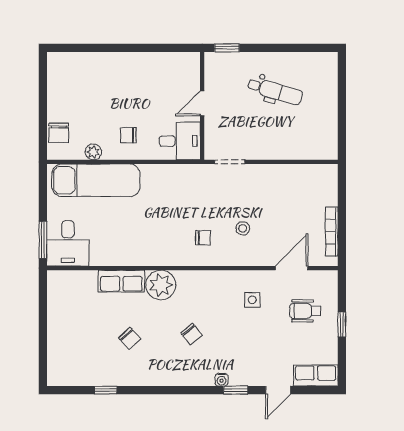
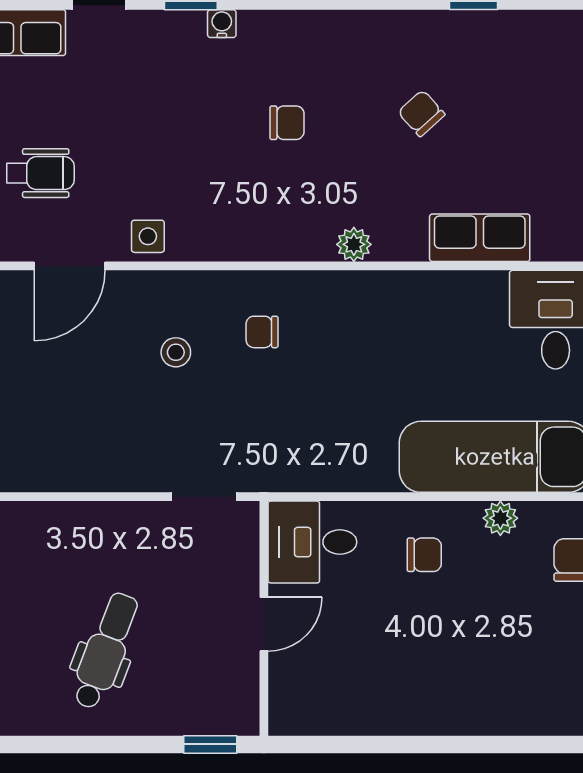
dental chair: (275, 91) -> (105, 651), turned 95
row of seats: (121, 281) -> (480, 238), moved
plant: (161, 285) -> (354, 244), width x0.53, depth x0.53
side table: (252, 300) -> (148, 236), moved
chair: (192, 334) -> (287, 123), turned 129

